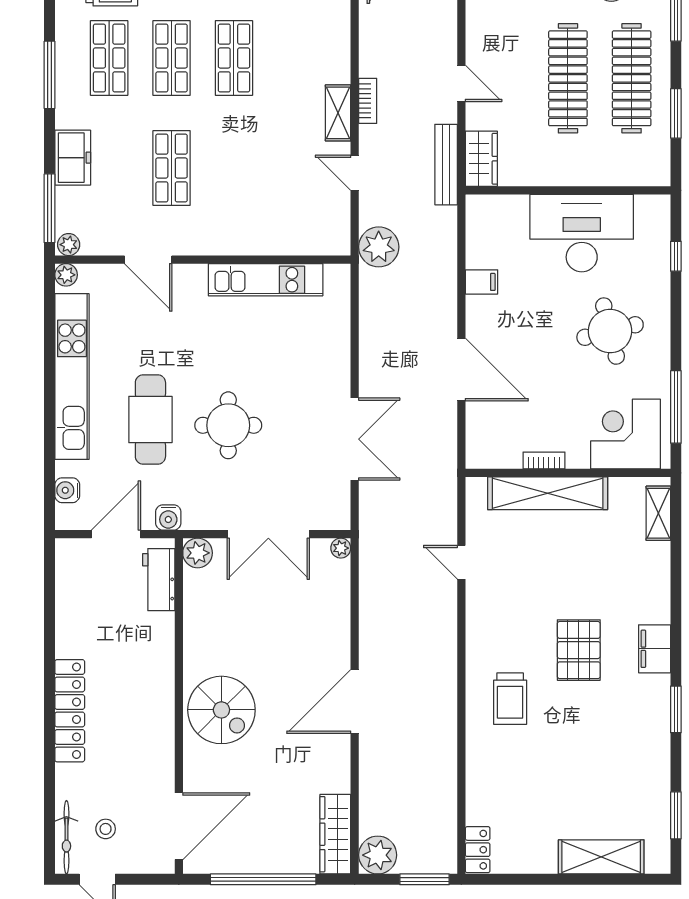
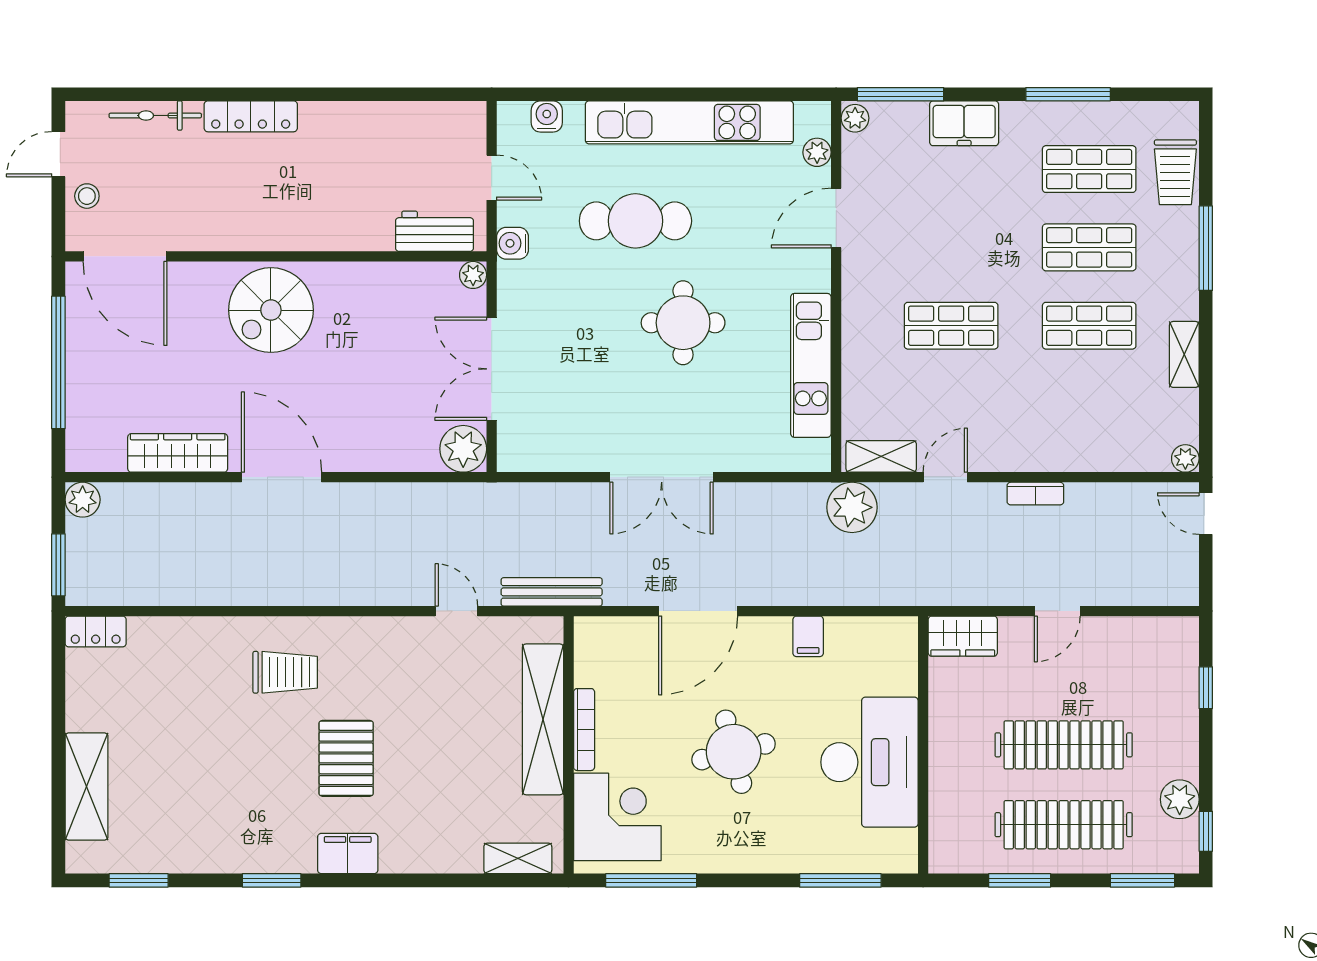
shelving: (338, 113) -> (881, 456), moved
bench: (446, 165) -> (552, 592), moved
shop shelf: (172, 168) -> (951, 326), moved
window: (676, 256) -> (840, 880), width x2.17
plant: (66, 275) -> (817, 152), moved
round table: (610, 331) -> (734, 752), moved
round table: (228, 425) -> (683, 323), moved
double door: (355, 439) -> (662, 477), moved
bookcase: (544, 460) -> (584, 730), width x1.56
door: (116, 534) -> (492, 178), width x0.73
plant: (341, 548) -> (463, 449), width x1.88, depth x1.88
plant: (198, 553) -> (473, 275), width x0.73, depth x0.73
door: (461, 562) -> (456, 611), hinge flipped
pallet: (579, 650) -> (346, 758), turned 90
trolley: (510, 699) -> (285, 672), turned 180
locker: (70, 711) -> (251, 116), width x0.71, depth x0.83
stool: (106, 829) -> (87, 196), moved
wardrobe: (335, 834) -> (178, 453), moved
bicycle: (66, 837) -> (155, 116), moved
plant: (378, 855) -> (83, 500), width x0.73, depth x0.73

